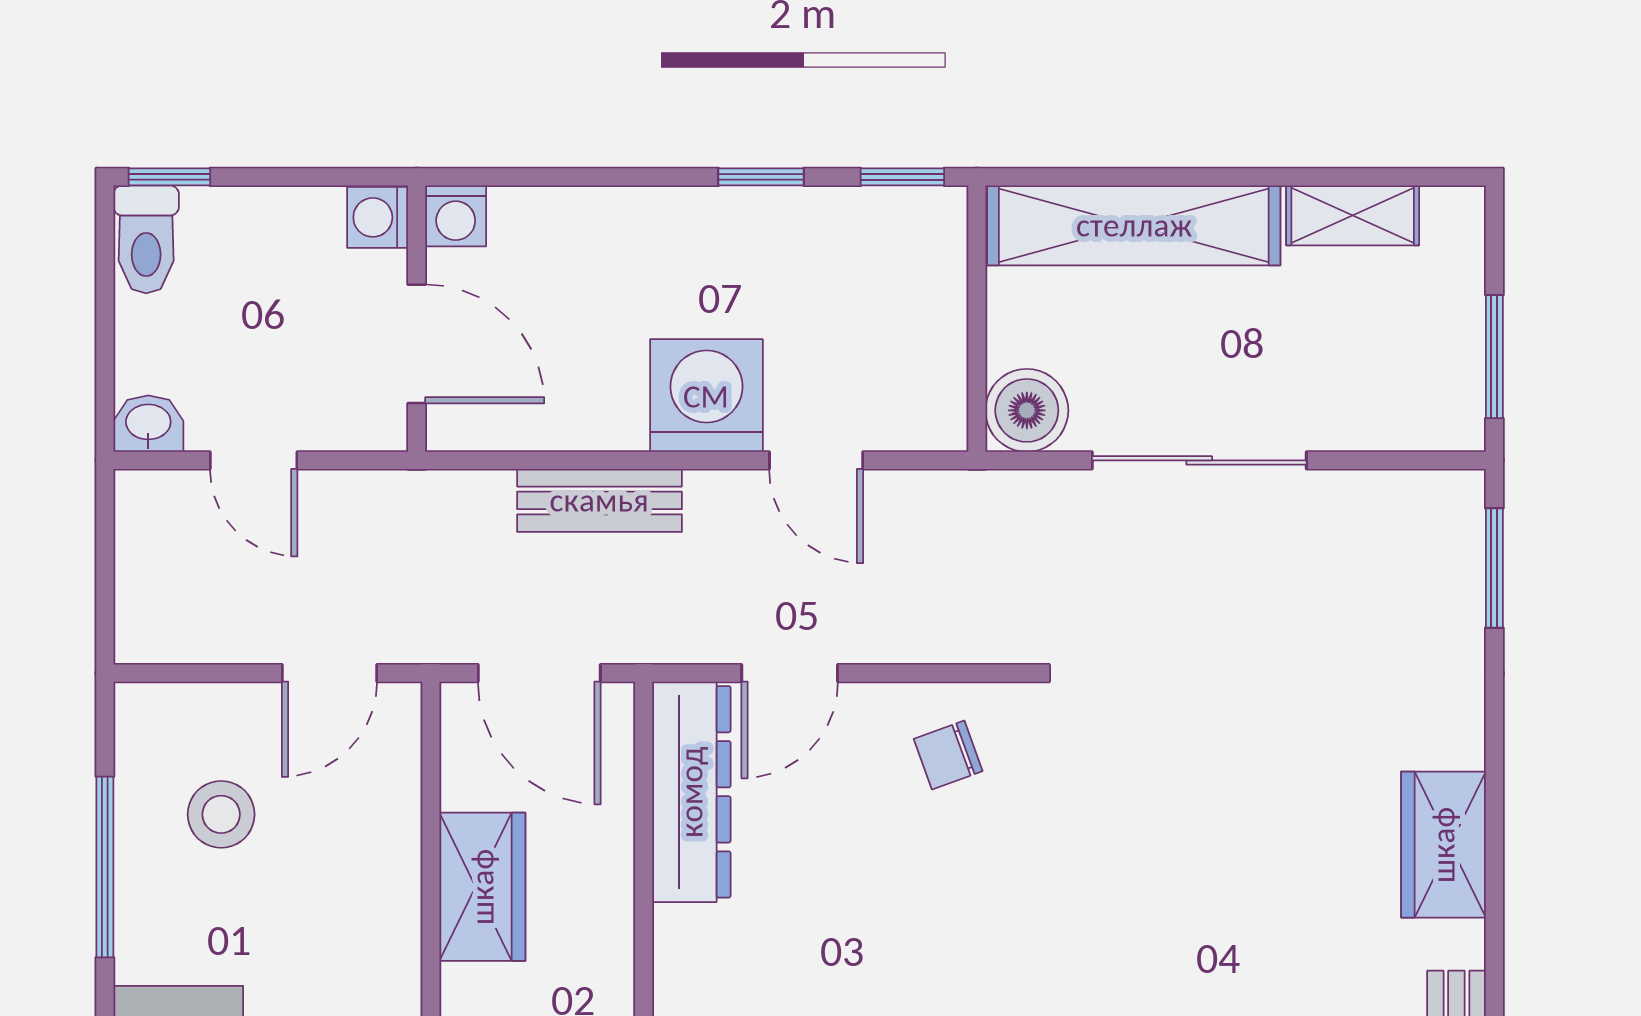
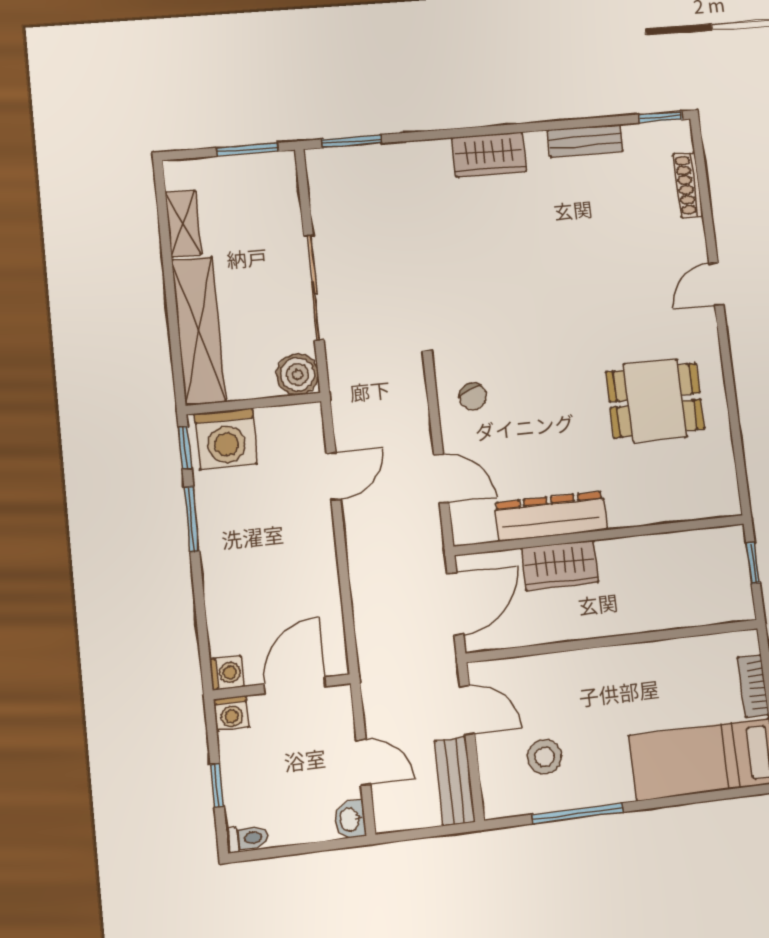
window: (169, 177) -> (217, 785), moved
window: (761, 177) -> (192, 519), width x1.50
toilet: (146, 239) -> (247, 838), width x0.73, depth x0.72
washing machine: (706, 396) -> (226, 439), moved, turned -90
door: (254, 460) -> (363, 762), hinge flipped
bench: (599, 500) -> (455, 781), moved
dresser: (691, 792) -> (551, 516), moved
wardrobe: (482, 887) -> (560, 565), moved, turned 180

